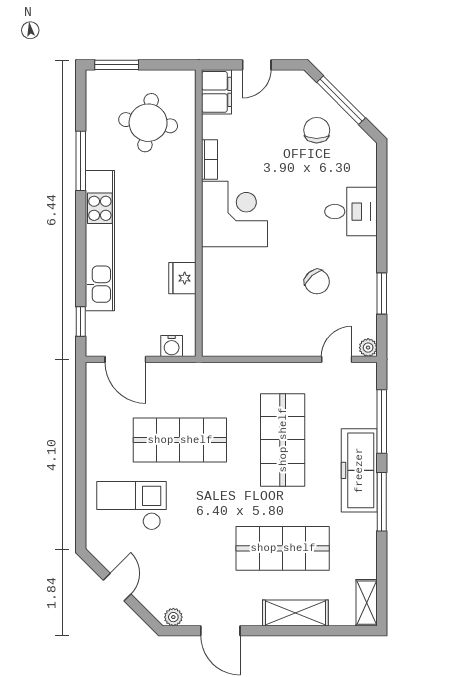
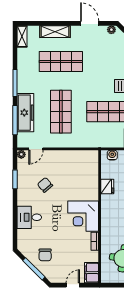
freezer: (359, 470) -> (25, 113), moved

